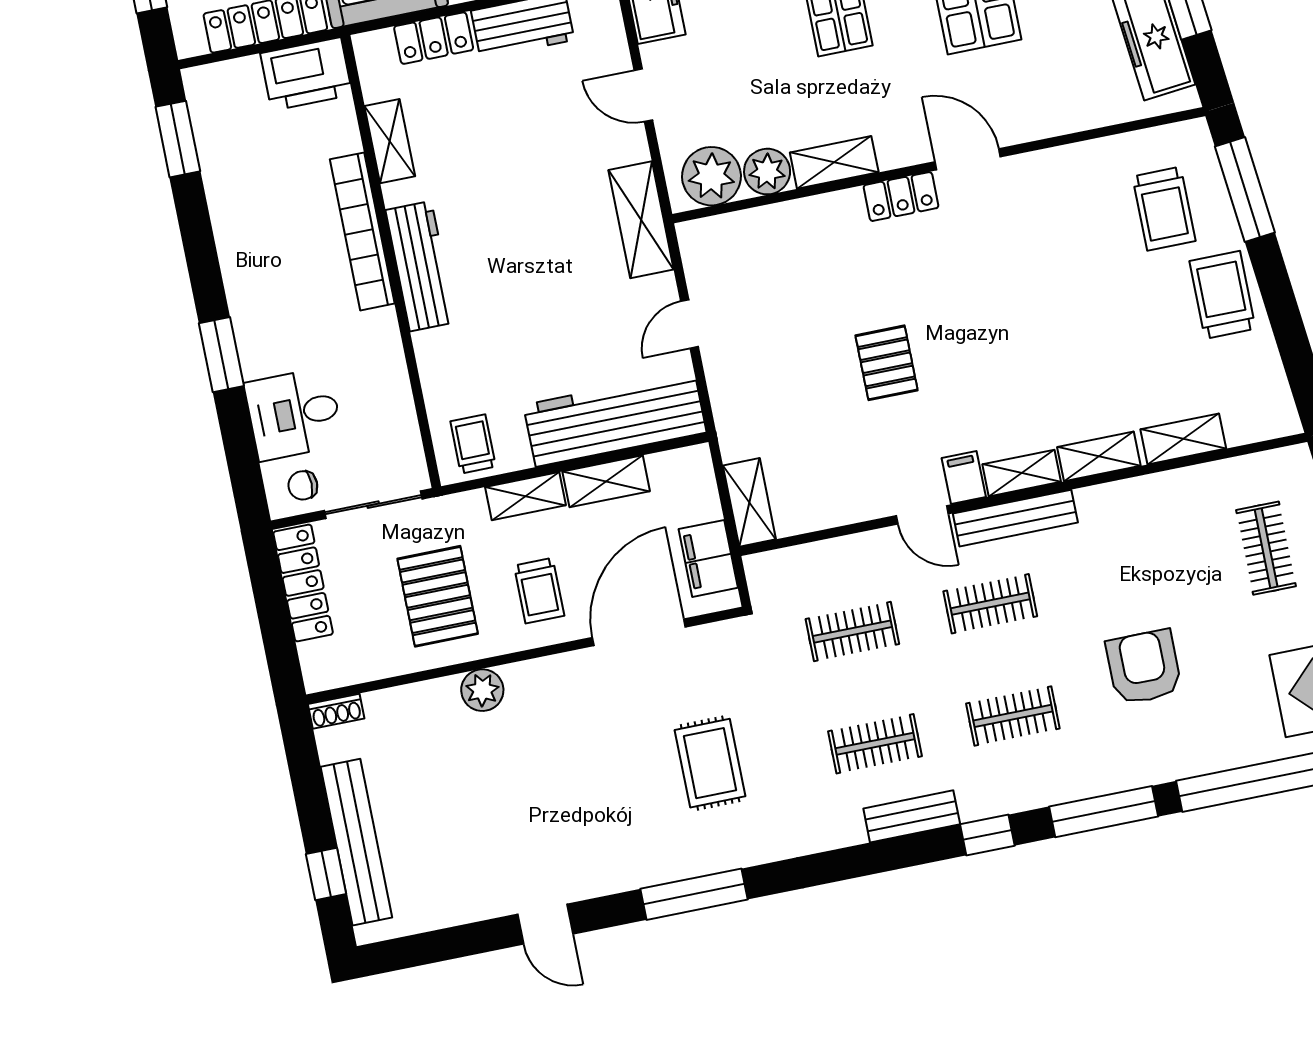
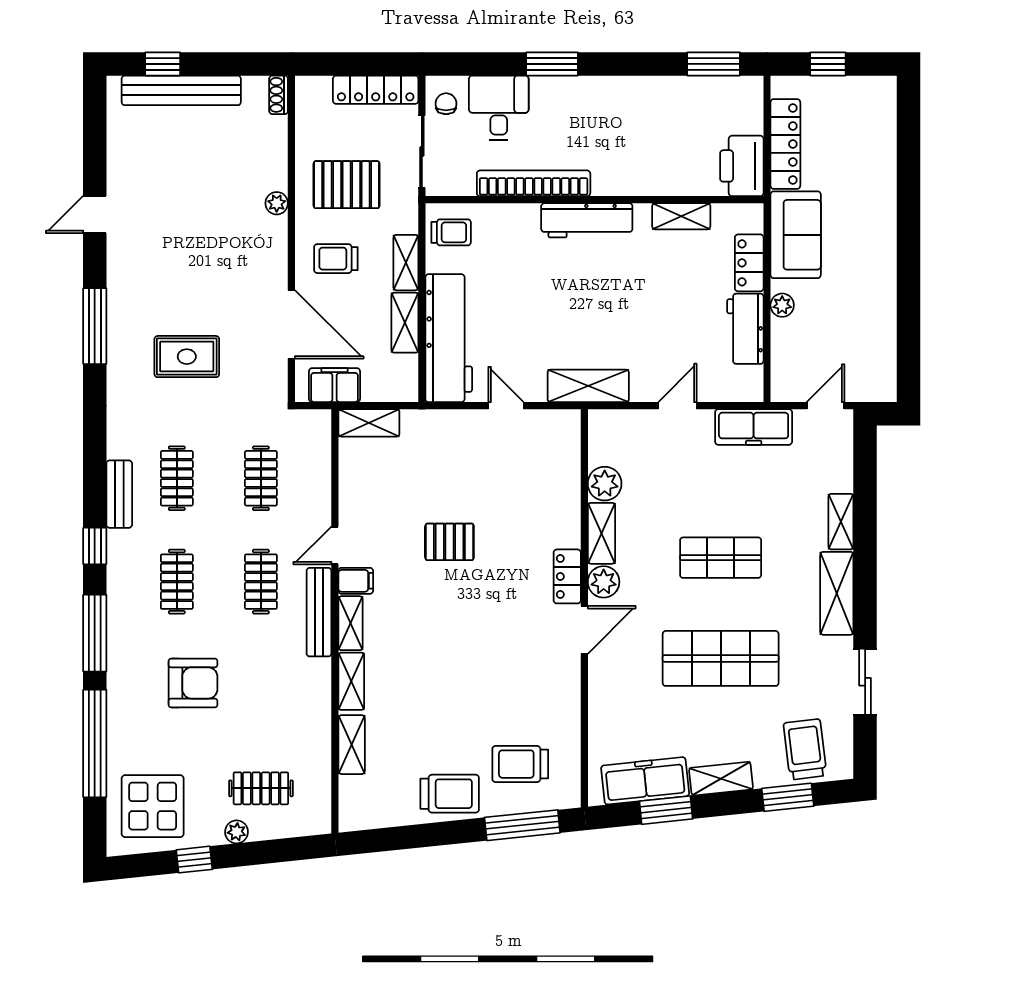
plant: (711, 176) -> (604, 582), moved, width x0.73, depth x0.73
bookcase: (362, 231) -> (534, 183), moved
plant: (482, 690) -> (277, 203), width x0.73, depth x0.73

